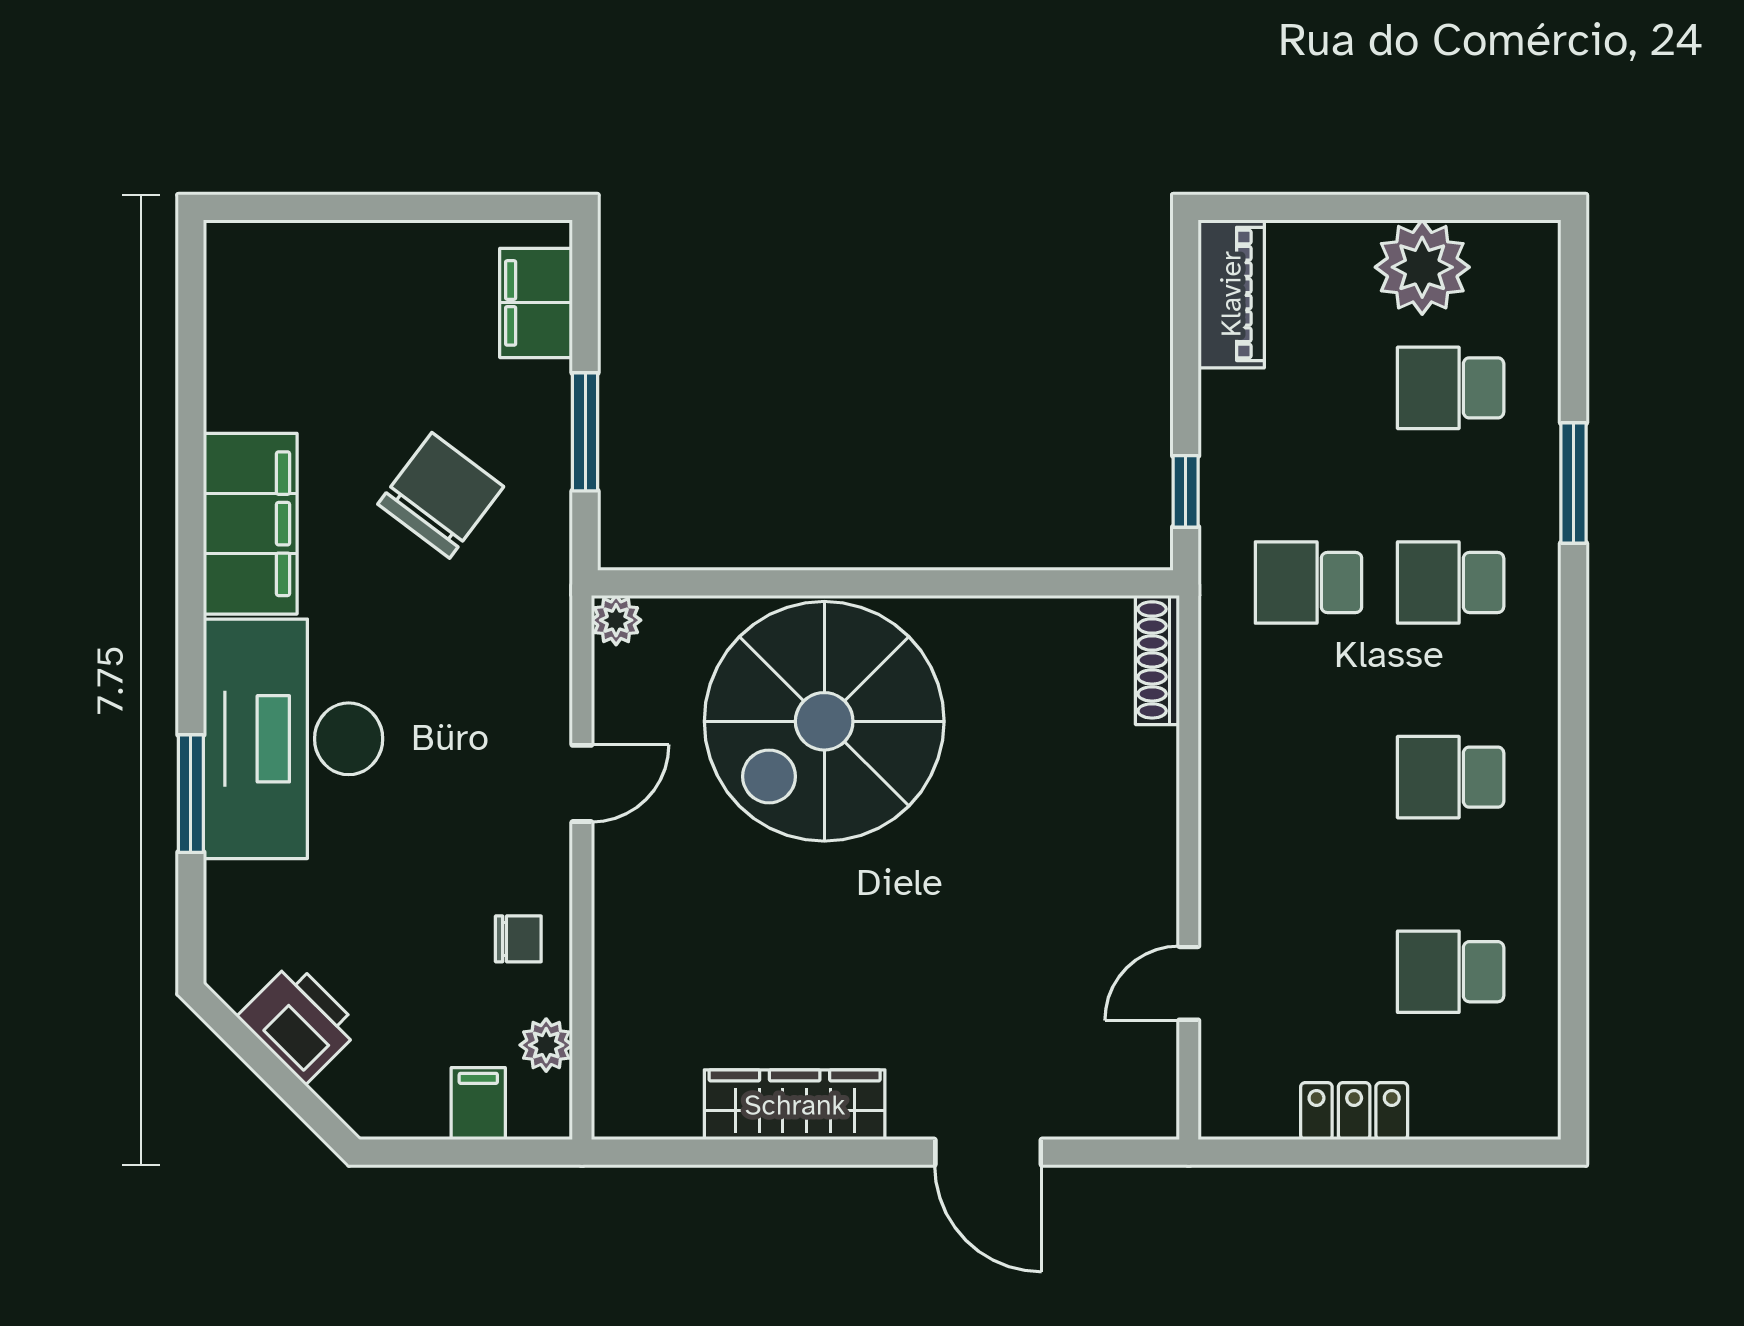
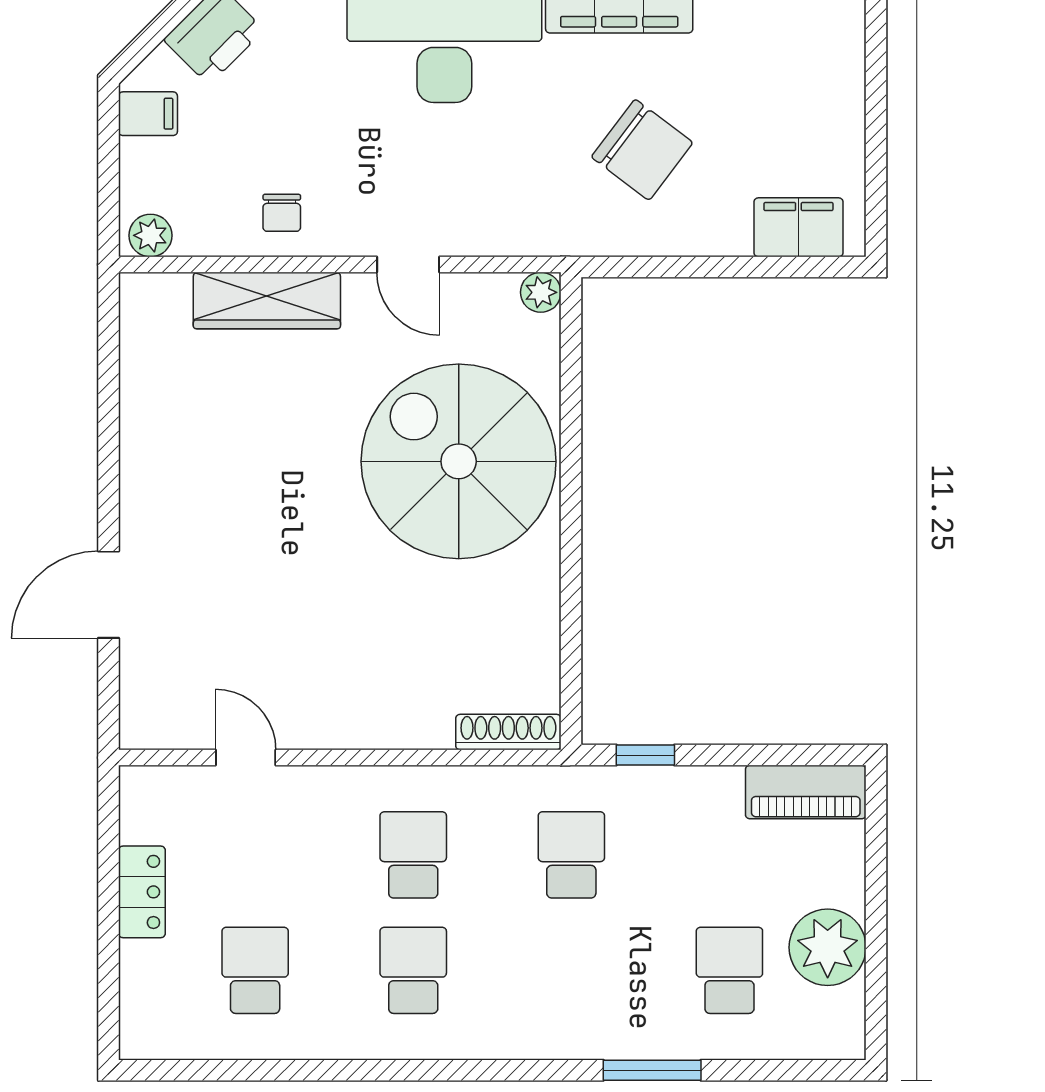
window: (585, 432) -> (694, 267), removed
school desk: (1451, 582) -> (413, 855), moved
plant: (546, 1045) -> (150, 235), moved
filing cabinet: (478, 1104) -> (148, 114), moved
wardrobe: (795, 1105) -> (267, 300), moved, turned 90

